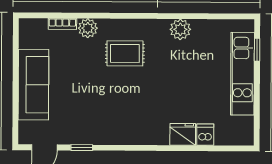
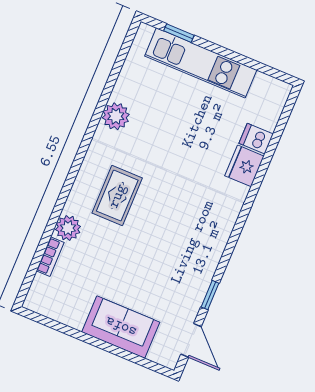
sofa: (33, 85) -> (121, 327), width x0.73

